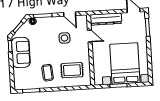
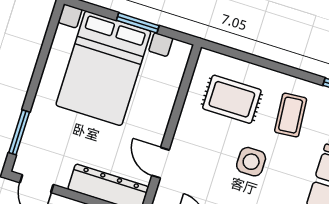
side table: (65, 38) -> (251, 162), moved

